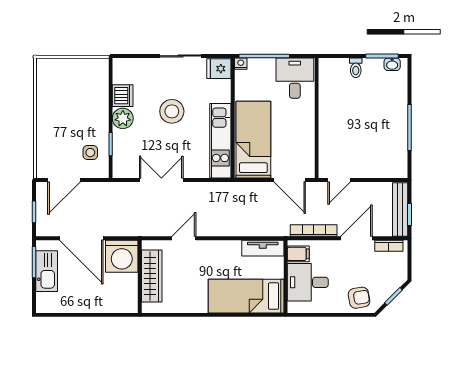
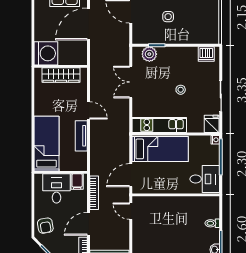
dishwasher: (123, 96) -> (206, 54), moved
stool: (172, 111) -> (181, 90), width x0.53, depth x0.53
plant: (123, 118) -> (149, 54), moved
side table: (90, 153) -> (168, 17), moved
double door: (161, 180) -> (131, 82), swing flipped
door: (184, 238) -> (88, 110), moved
door: (356, 238) -> (88, 224), swing flipped
tv unit: (263, 248) -> (81, 136), moved
washing machine: (122, 256) -> (46, 53), moved, turned 180

